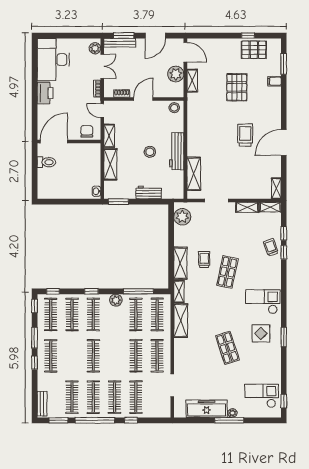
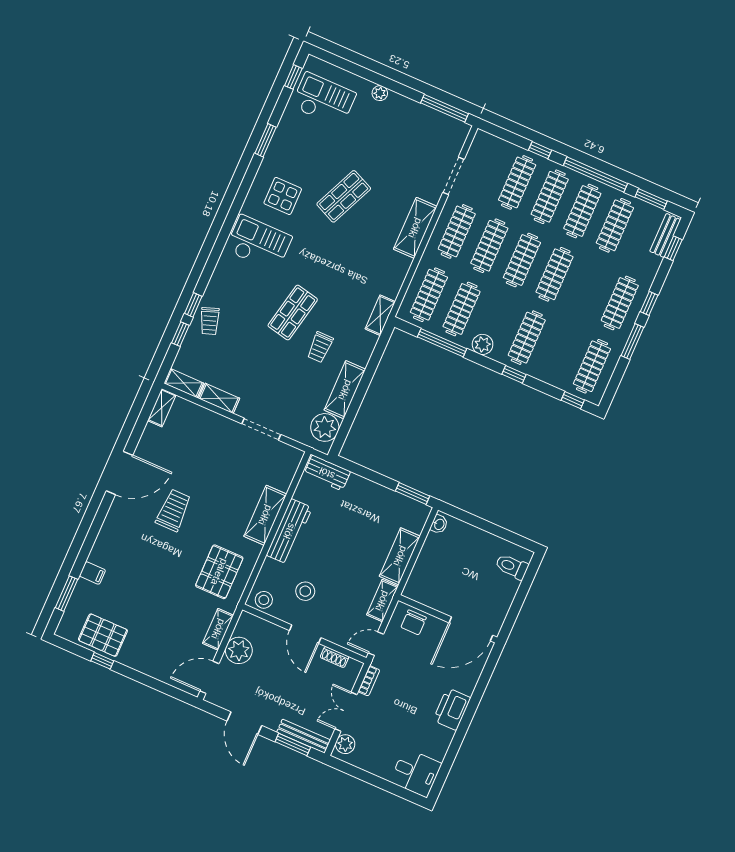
door: (155, 36) -> (244, 723), swing flipped
door: (185, 52) -> (209, 677), hinge flipped
desk: (53, 60) -> (416, 773), width x0.53, depth x0.77
pallet: (237, 87) -> (219, 572), moved
door: (143, 99) -> (305, 634), hinge flipped
door: (102, 111) -> (376, 644), swing flipped
trolley: (245, 135) -> (173, 510), turned 180
stool: (150, 152) -> (305, 591), moved
toilet: (46, 162) -> (512, 567), moved
shelving: (194, 174) -> (265, 515), moved
workbench: (149, 192) -> (327, 473), moved
shelving: (180, 263) -> (345, 390), moved
checkout: (263, 302) -> (259, 243), turned 180
window: (35, 306) -> (673, 248), moved
clothes rail: (72, 314) -> (522, 260), moved
shelving: (181, 321) -> (415, 228), moved
window: (284, 337) -> (266, 140), moved
shop shelf: (227, 348) -> (344, 196), turned 42
checkout: (262, 396) -> (324, 100), turned 180
freezer: (207, 409) -> (417, 117), removed
window: (229, 420) -> (445, 108), moved

